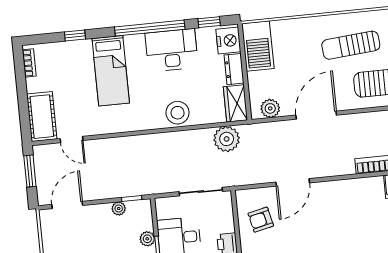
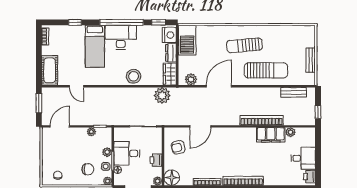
desk: (172, 50) -> (121, 37), moved
door: (72, 140) -> (77, 86), moved

